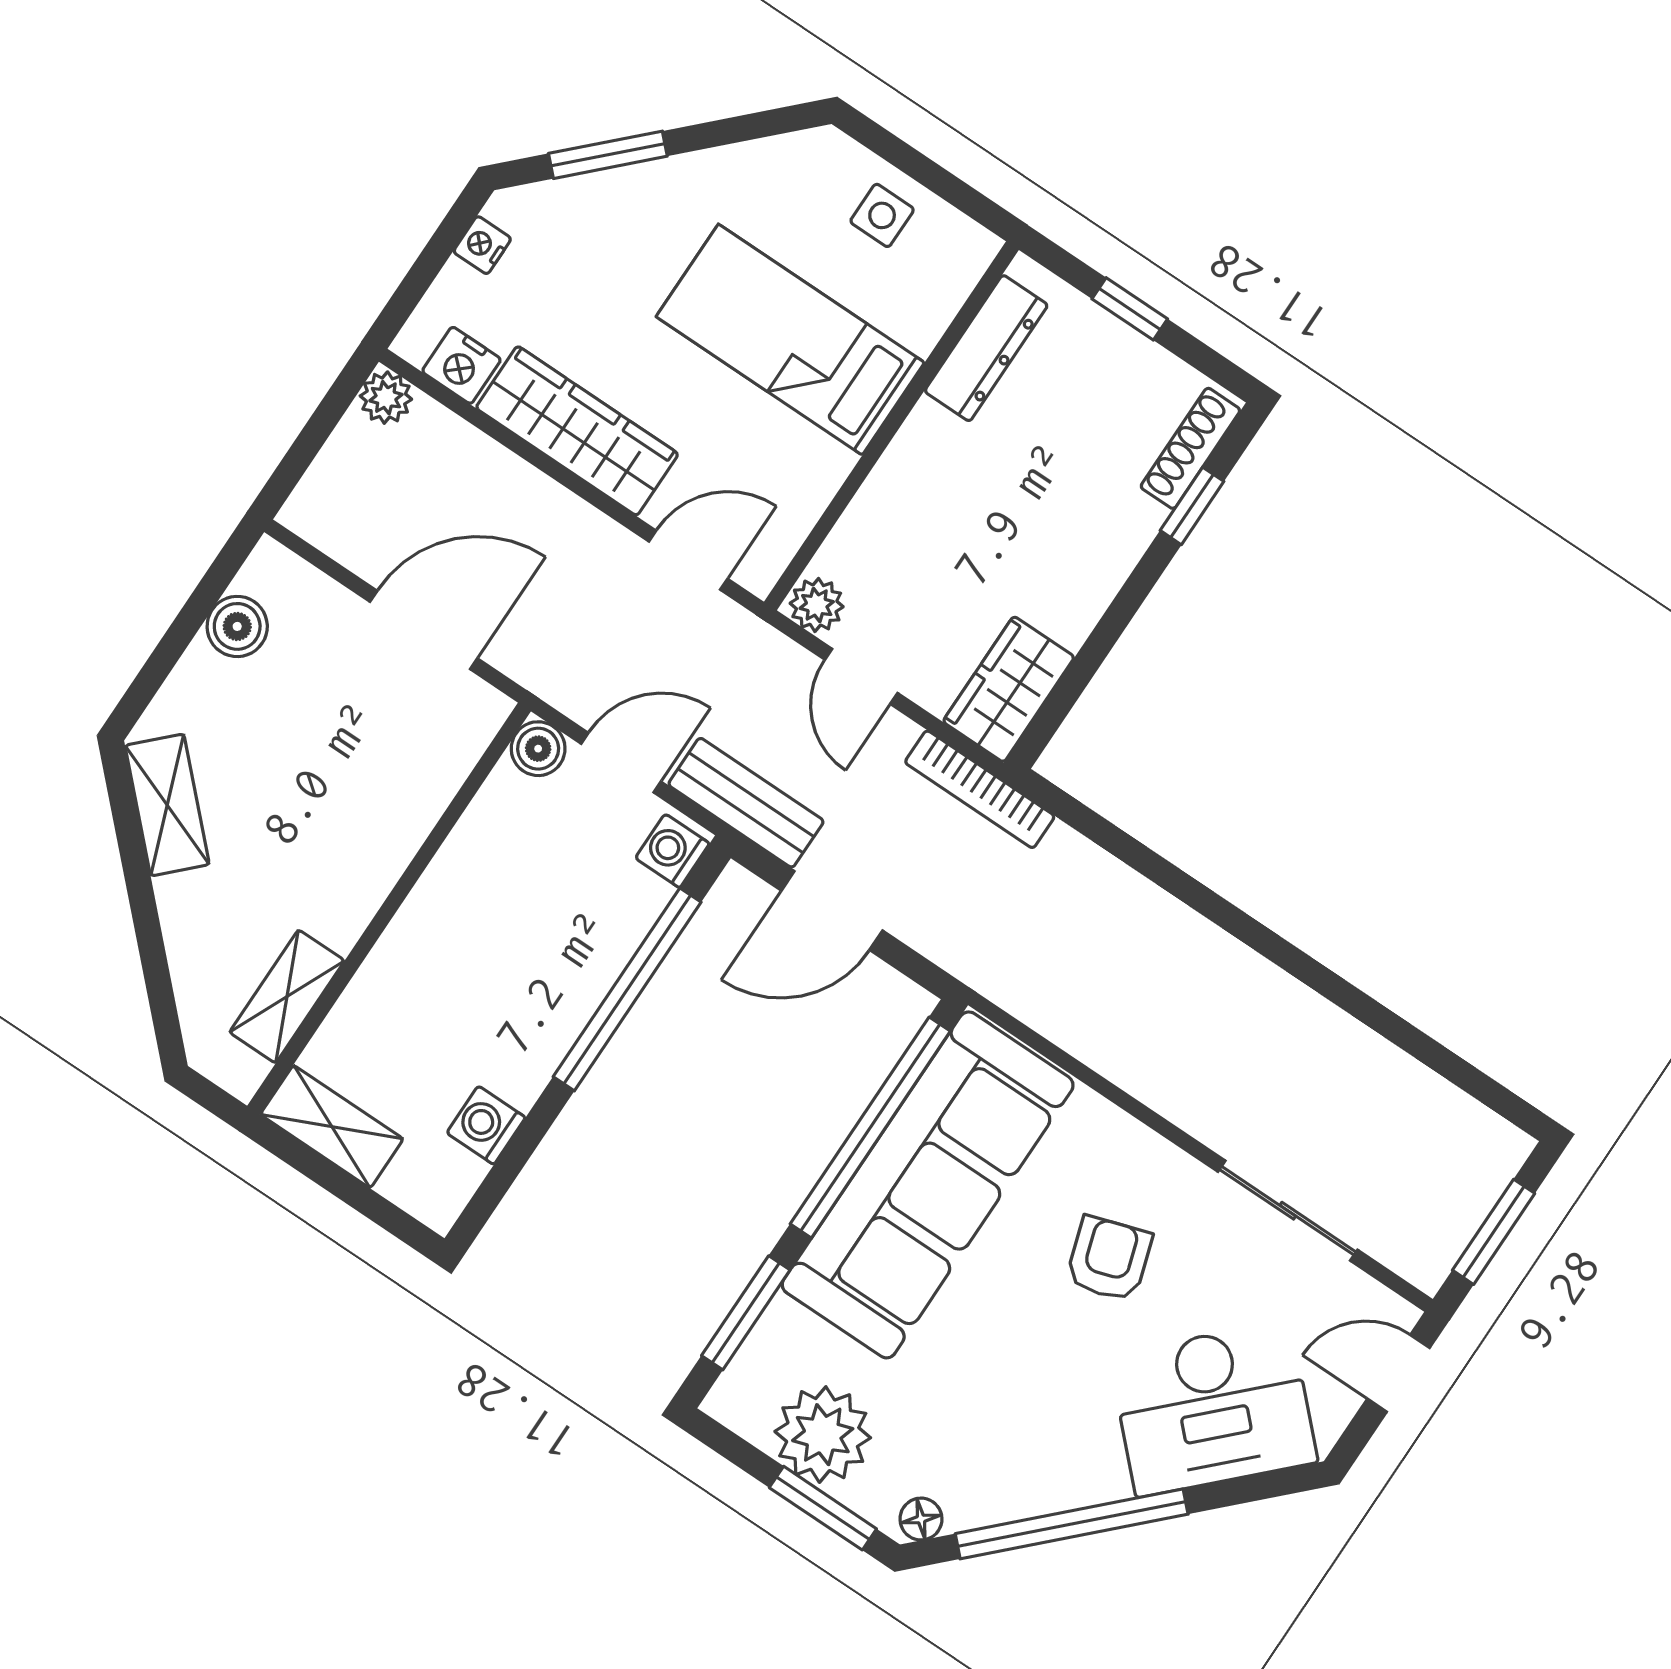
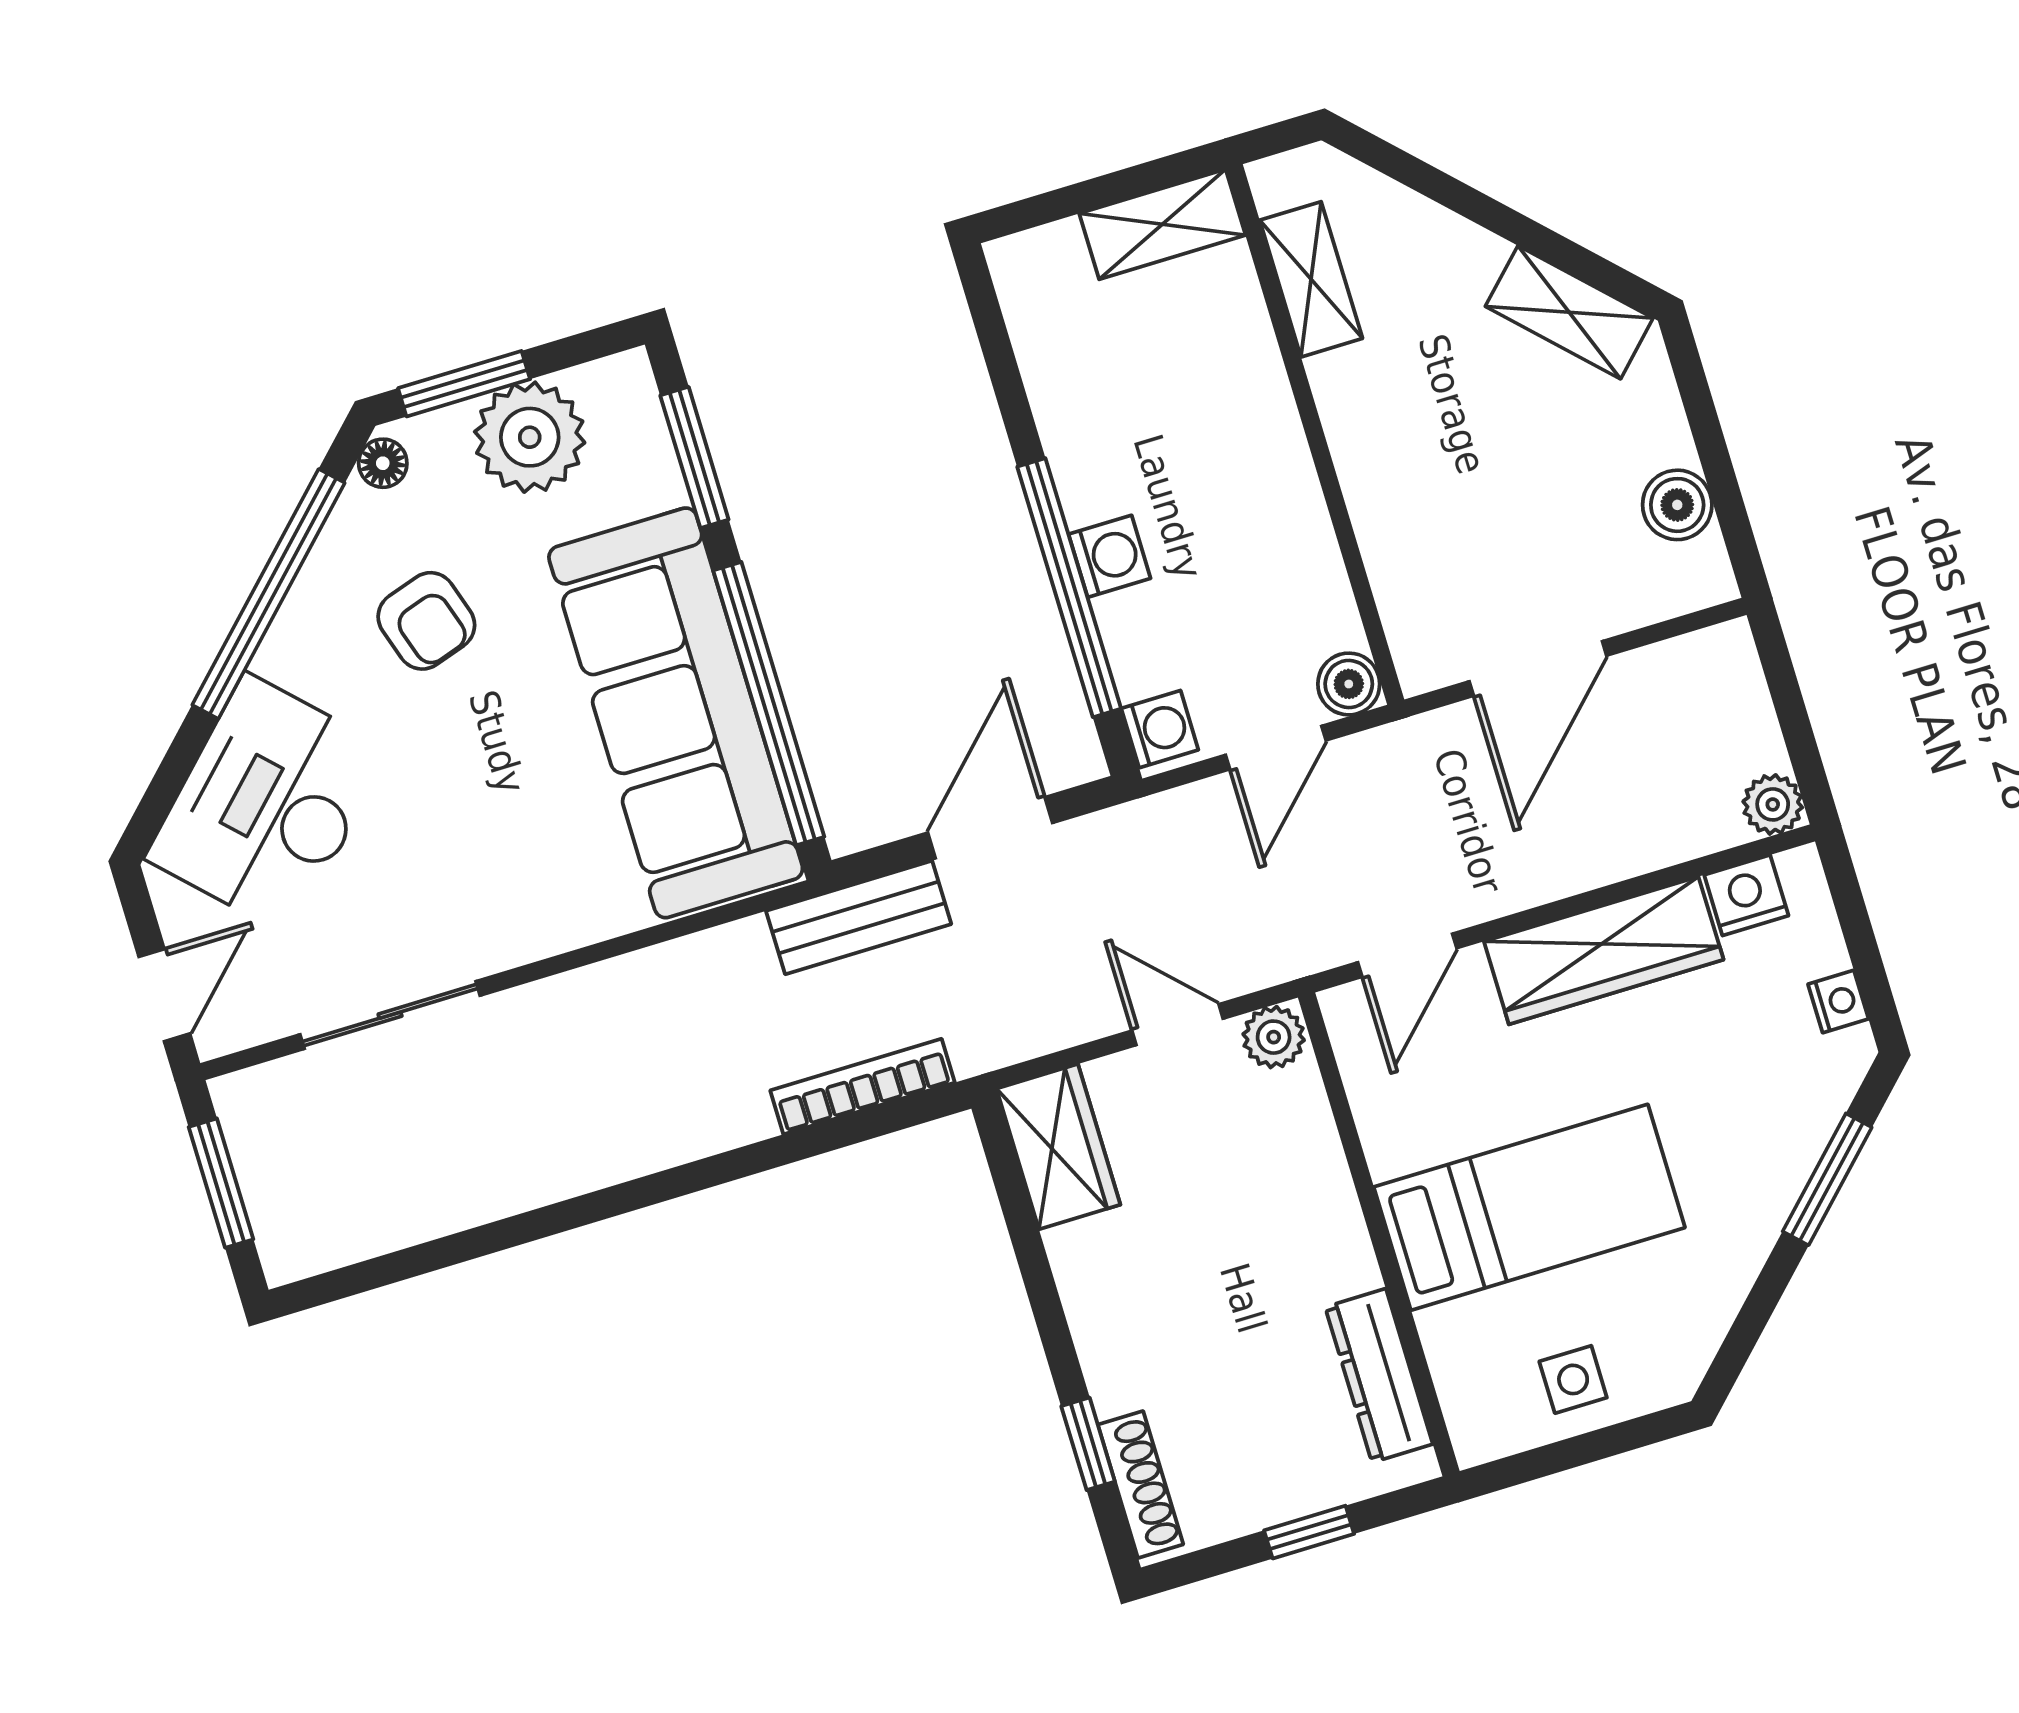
bookcase: (980, 789) -> (862, 1087), moved
bench: (746, 803) -> (859, 917), moved
washing machine: (486, 1125) -> (1110, 556), moved
armchair: (1109, 1259) -> (426, 621), moved

